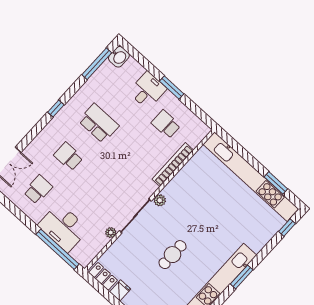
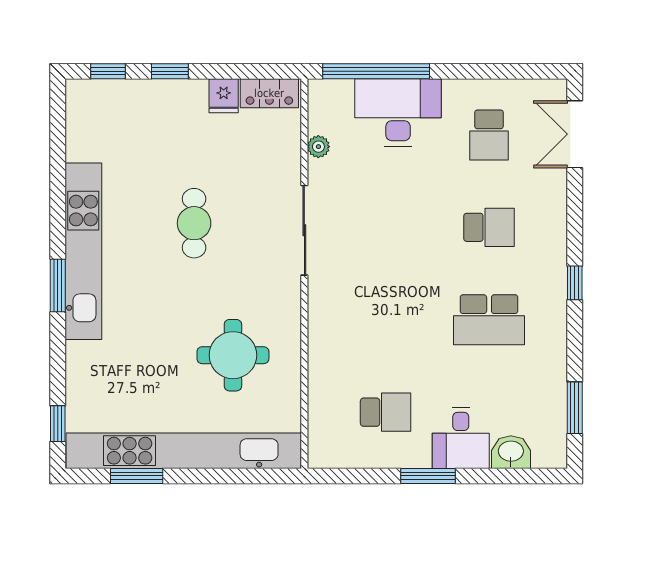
washbasin: (119, 57) -> (511, 452), moved, turned 90
window: (97, 64) -> (575, 408), width x0.69
bookcase: (173, 165) -> (319, 360), removed
round table: (202, 195) -> (233, 355), added
plant: (160, 200) -> (289, 288), removed
plant: (111, 233) -> (318, 147), moved

